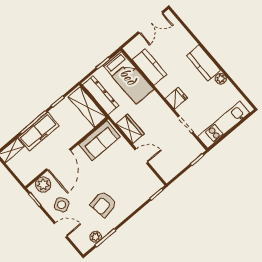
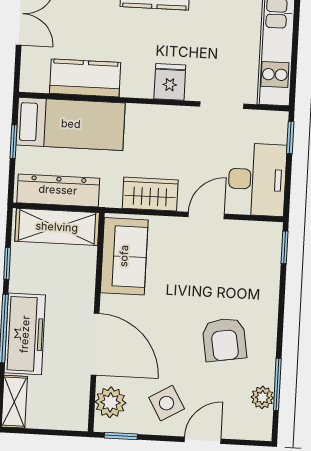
desk: (171, 162) -> (257, 180), added

